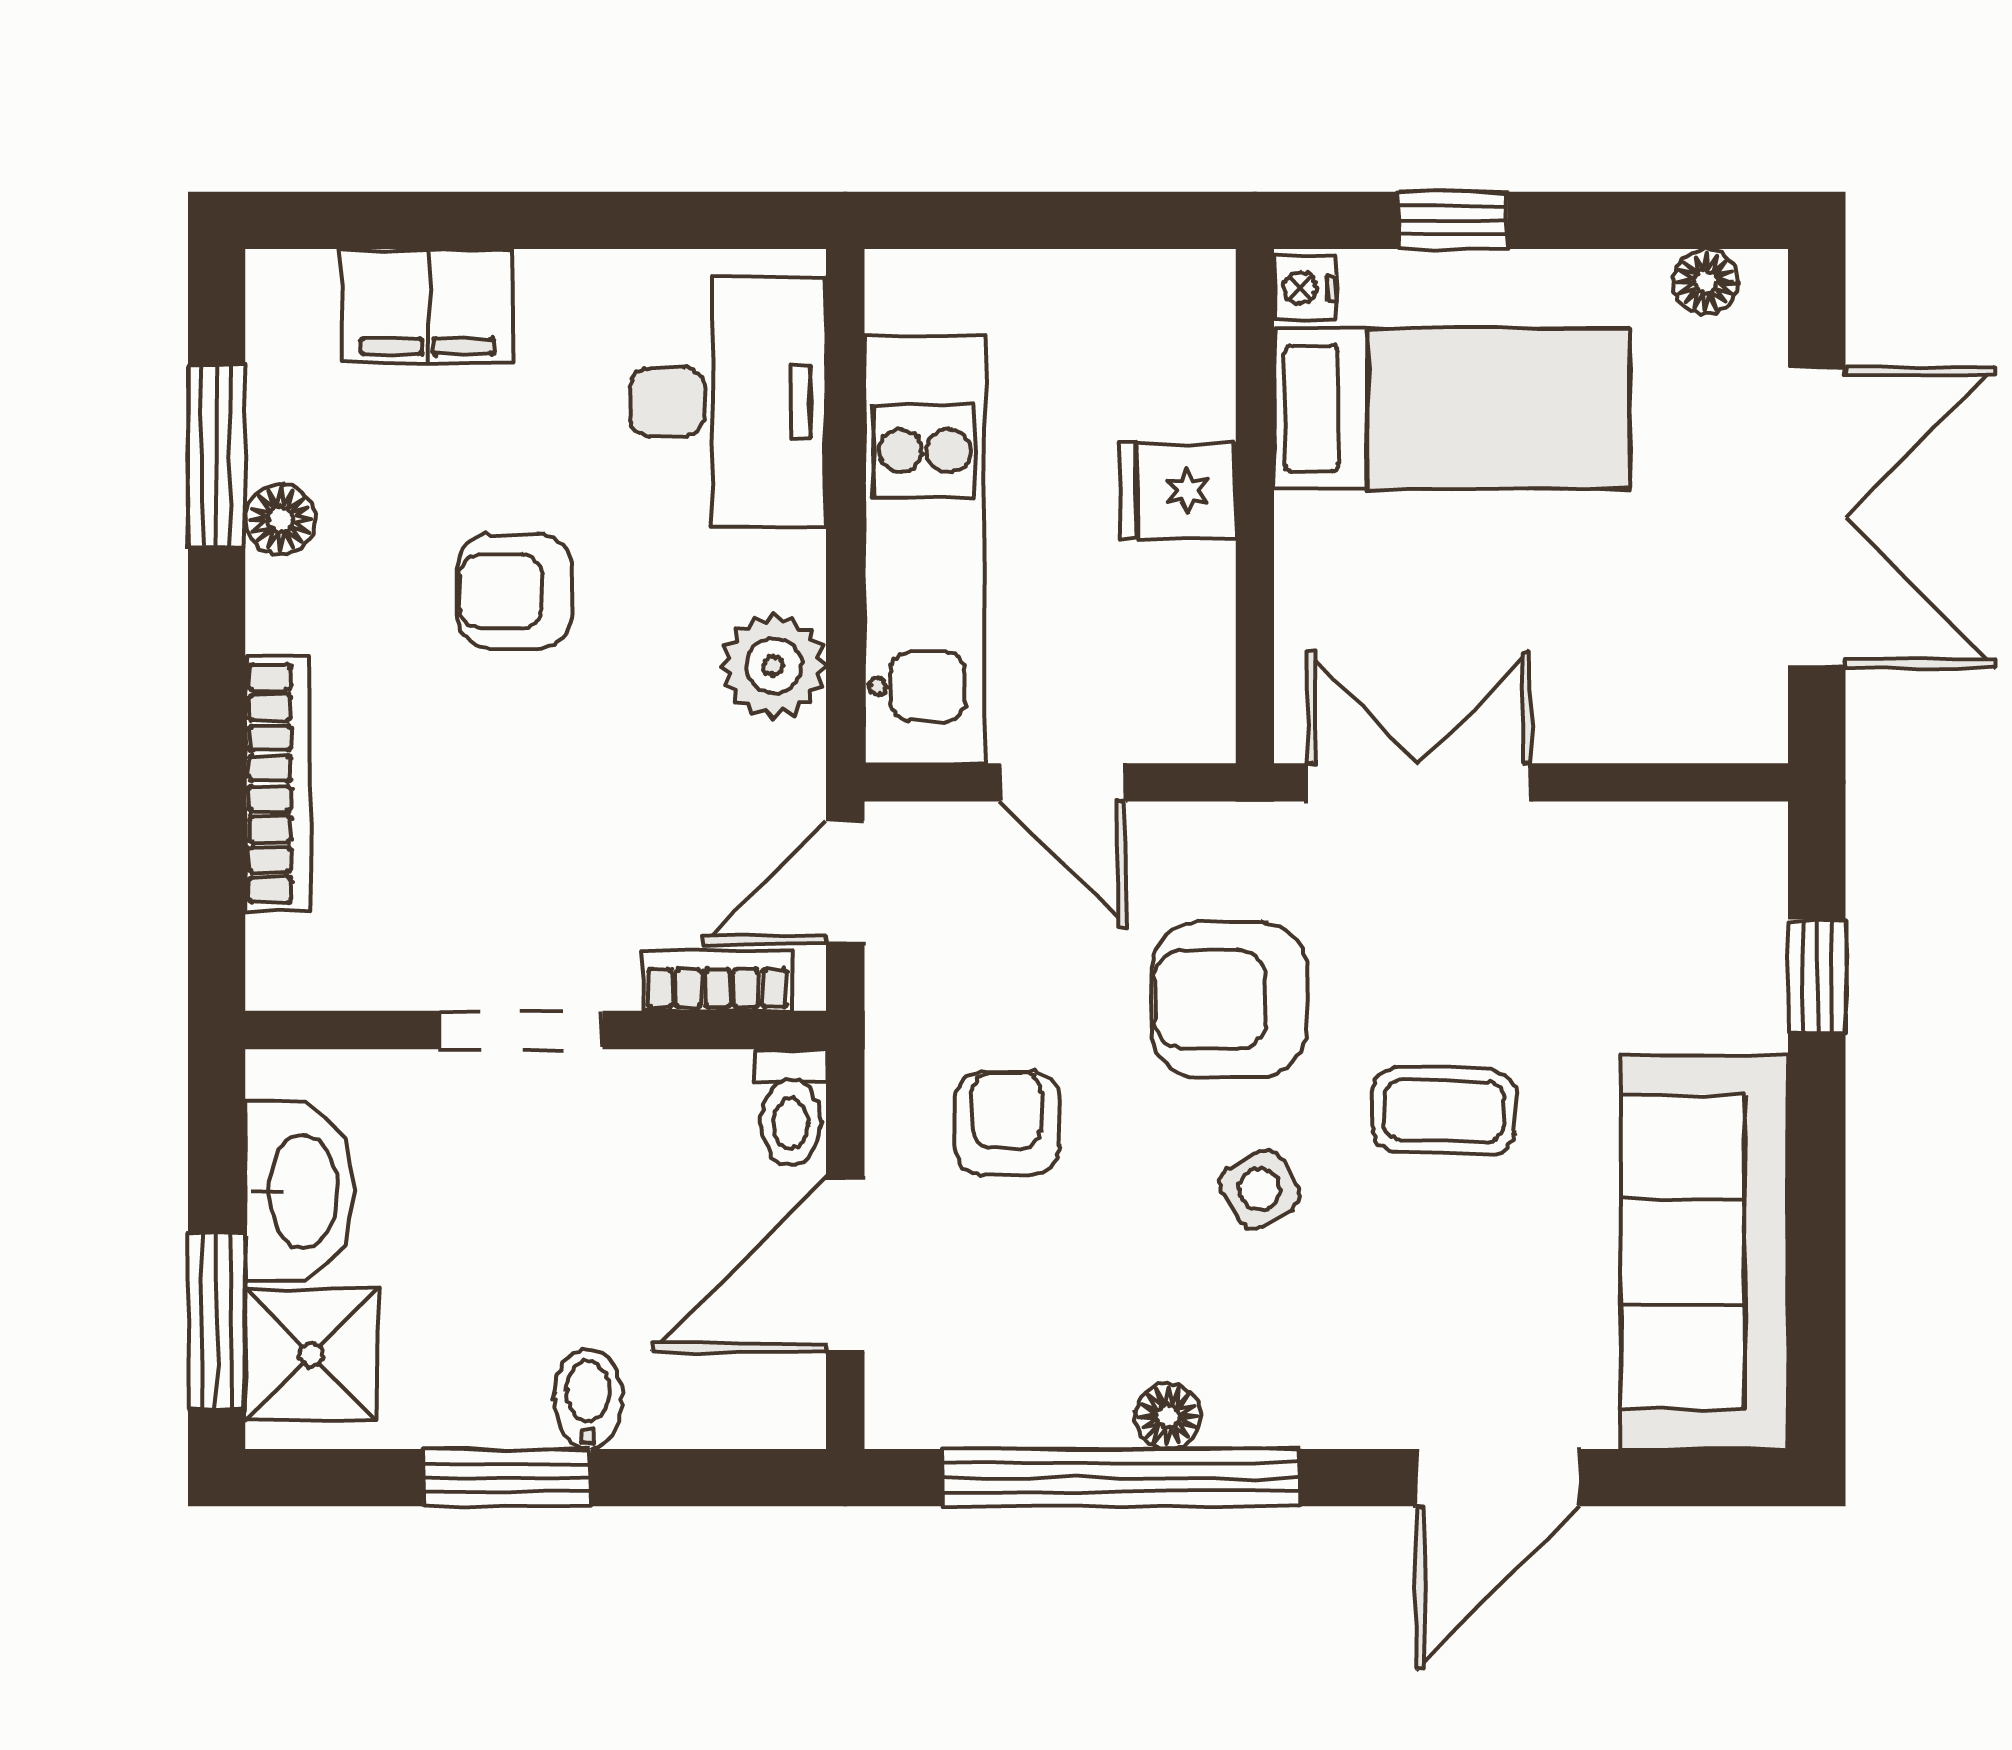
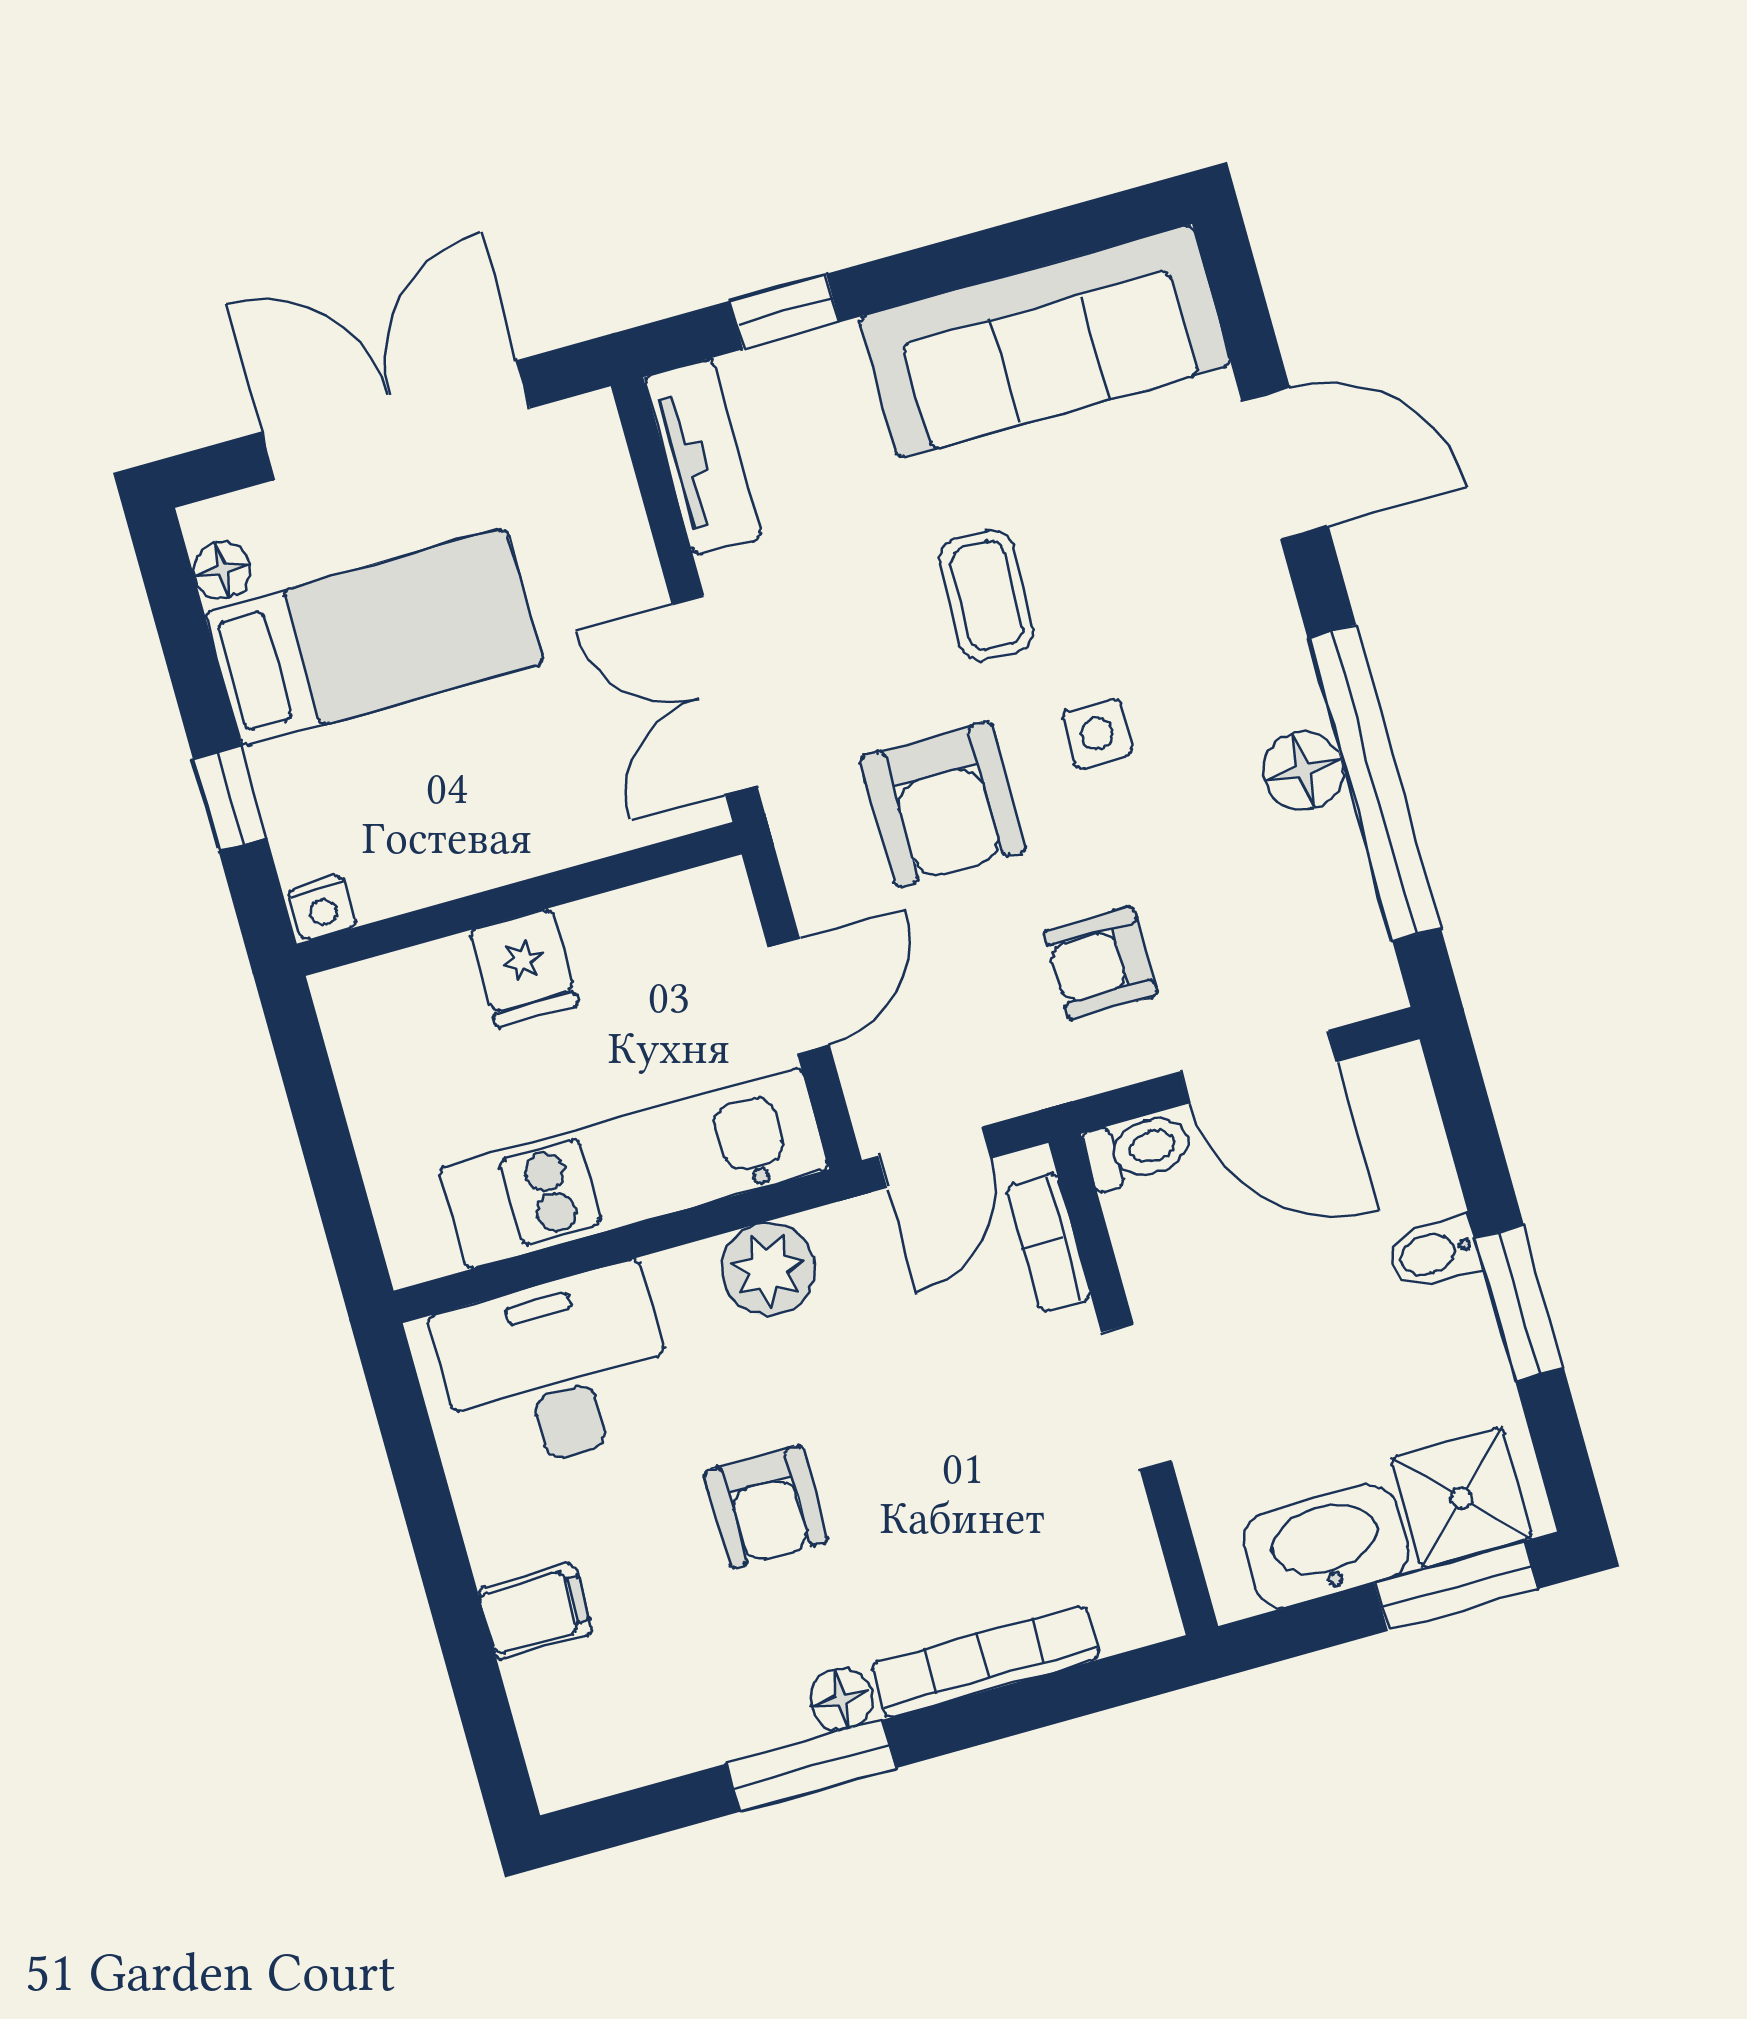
filing cabinet: (427, 306) -> (535, 1611), width x0.50
bed: (1452, 408) -> (374, 638), moved, turned 90
window: (217, 456) -> (811, 1766), moved
floor lamp: (280, 519) -> (841, 1699), moved
tv unit: (1682, 842) -> (702, 457), added
door: (845, 882) -> (935, 1157), hinge flipped
side table: (1260, 1189) -> (1097, 733), turned 31
floor lamp: (1168, 1416) -> (1303, 771), width x1.37, depth x1.37

